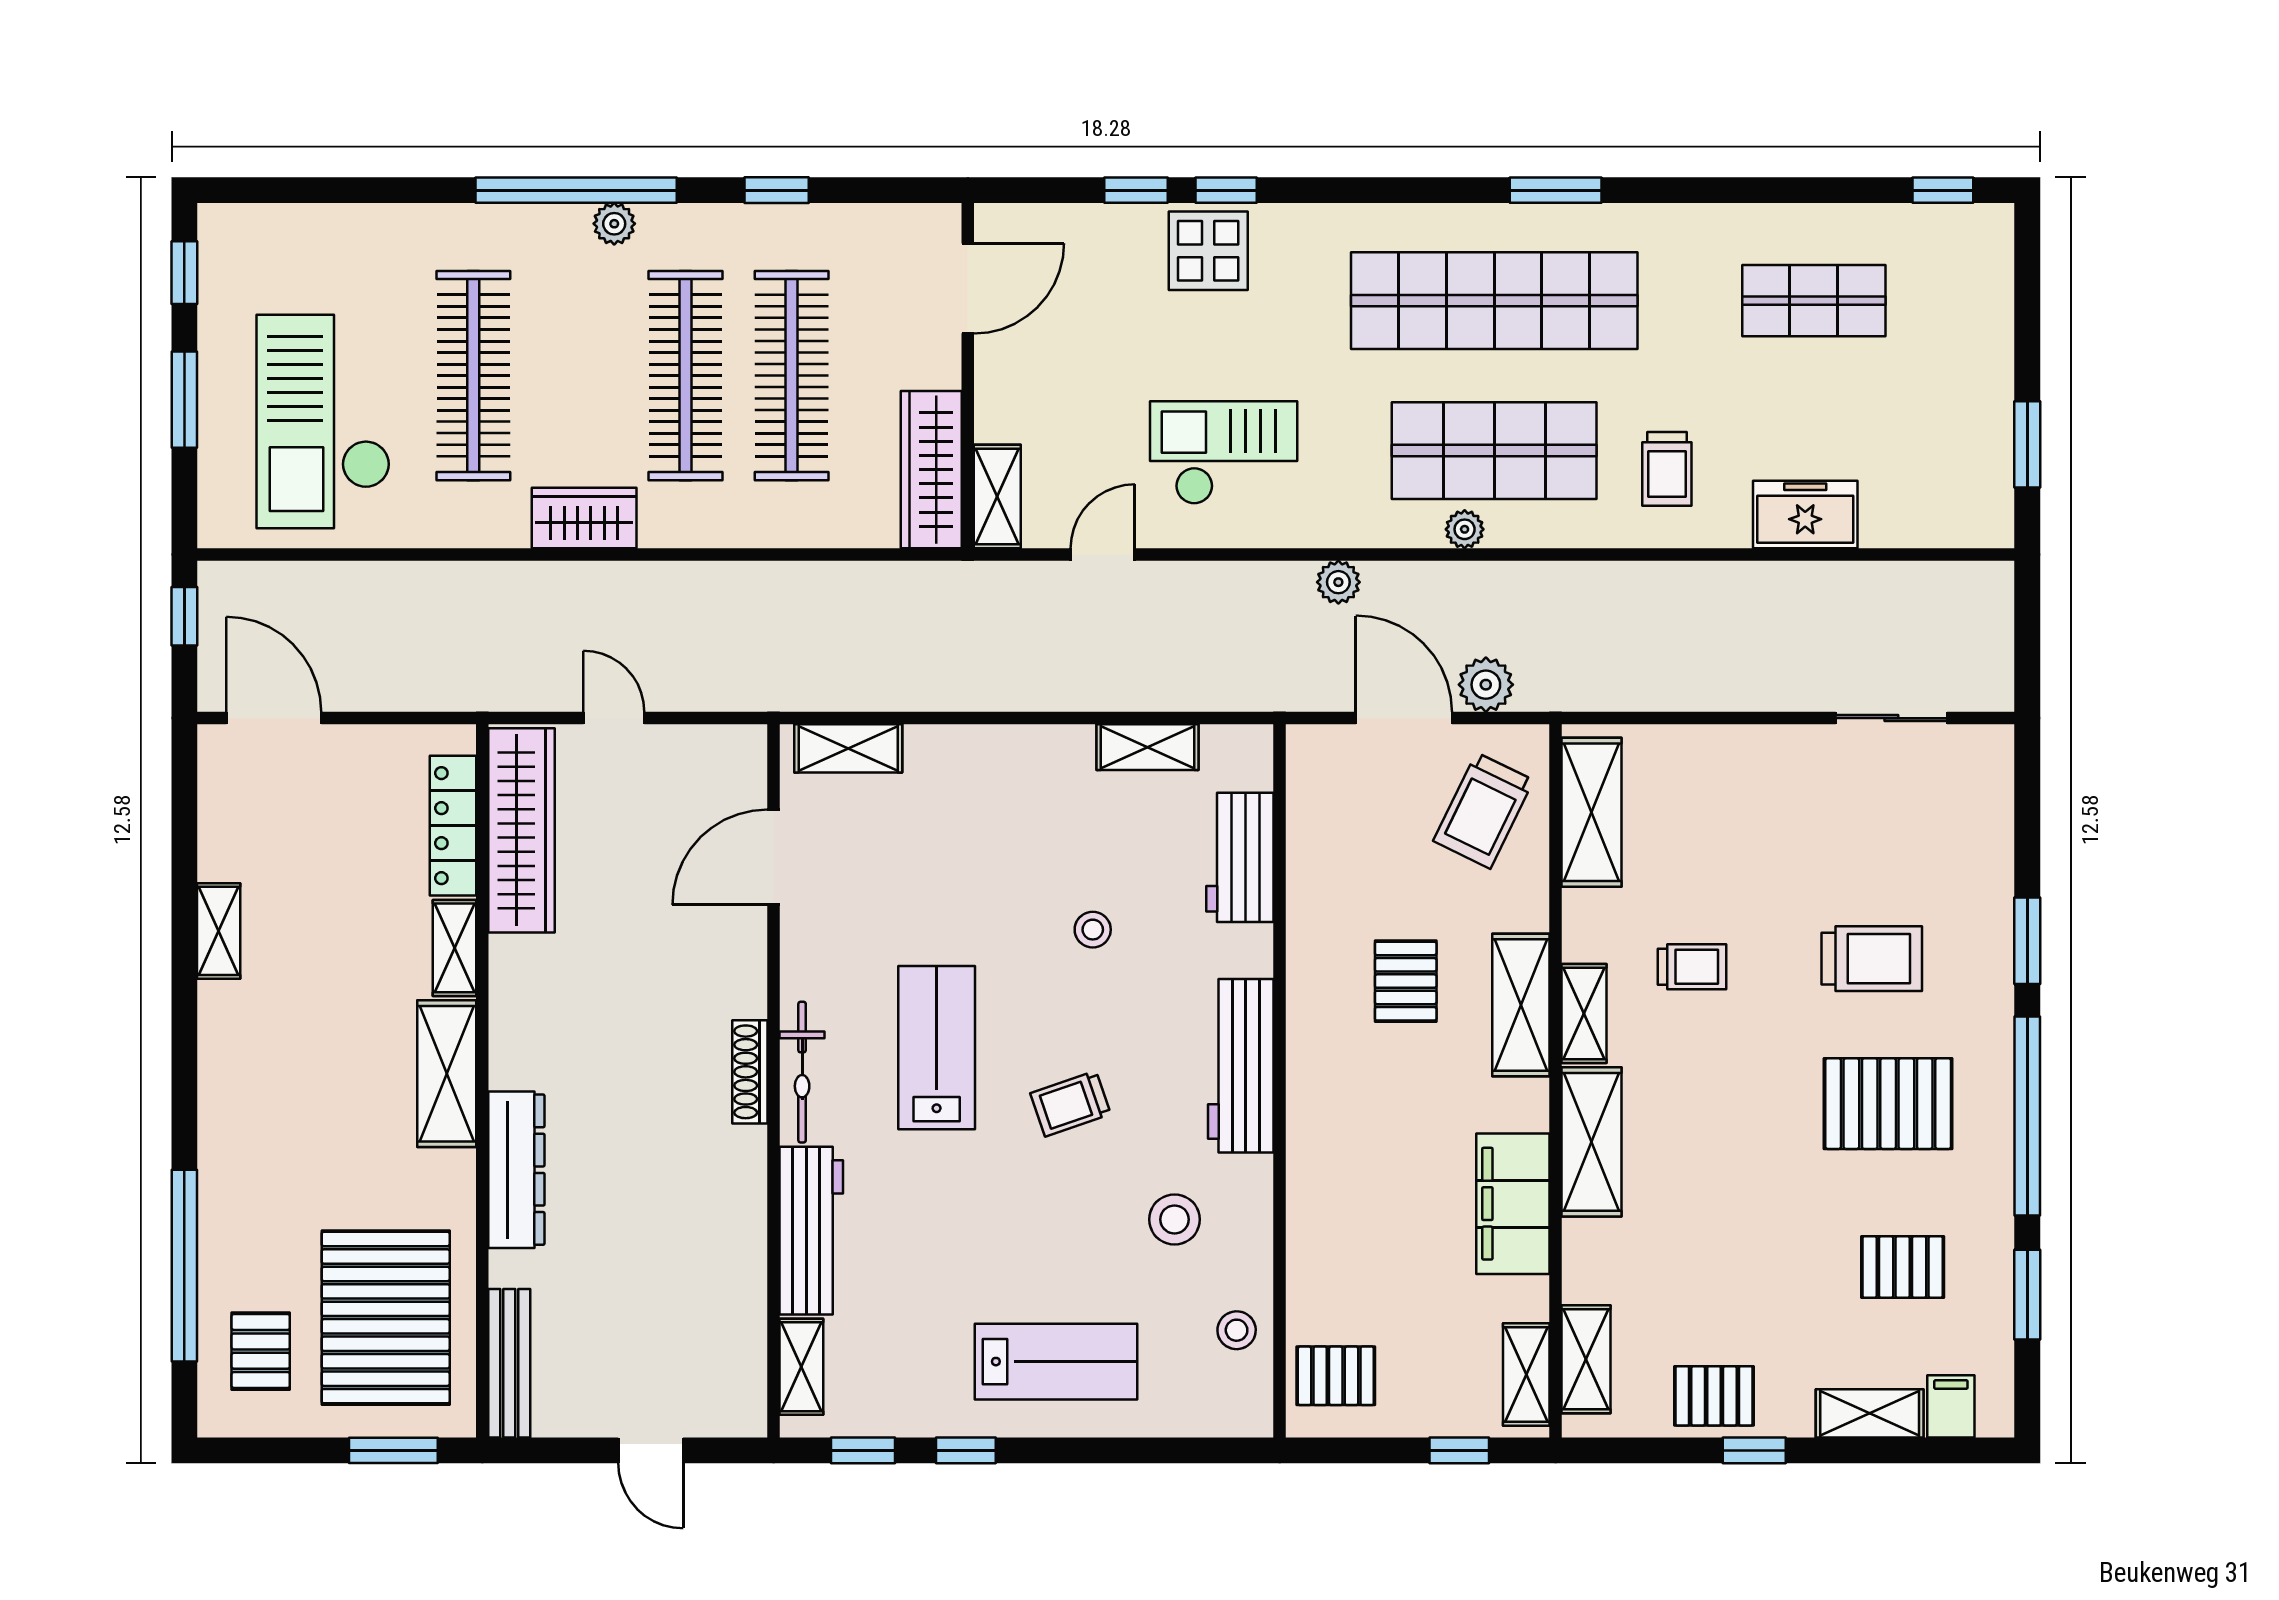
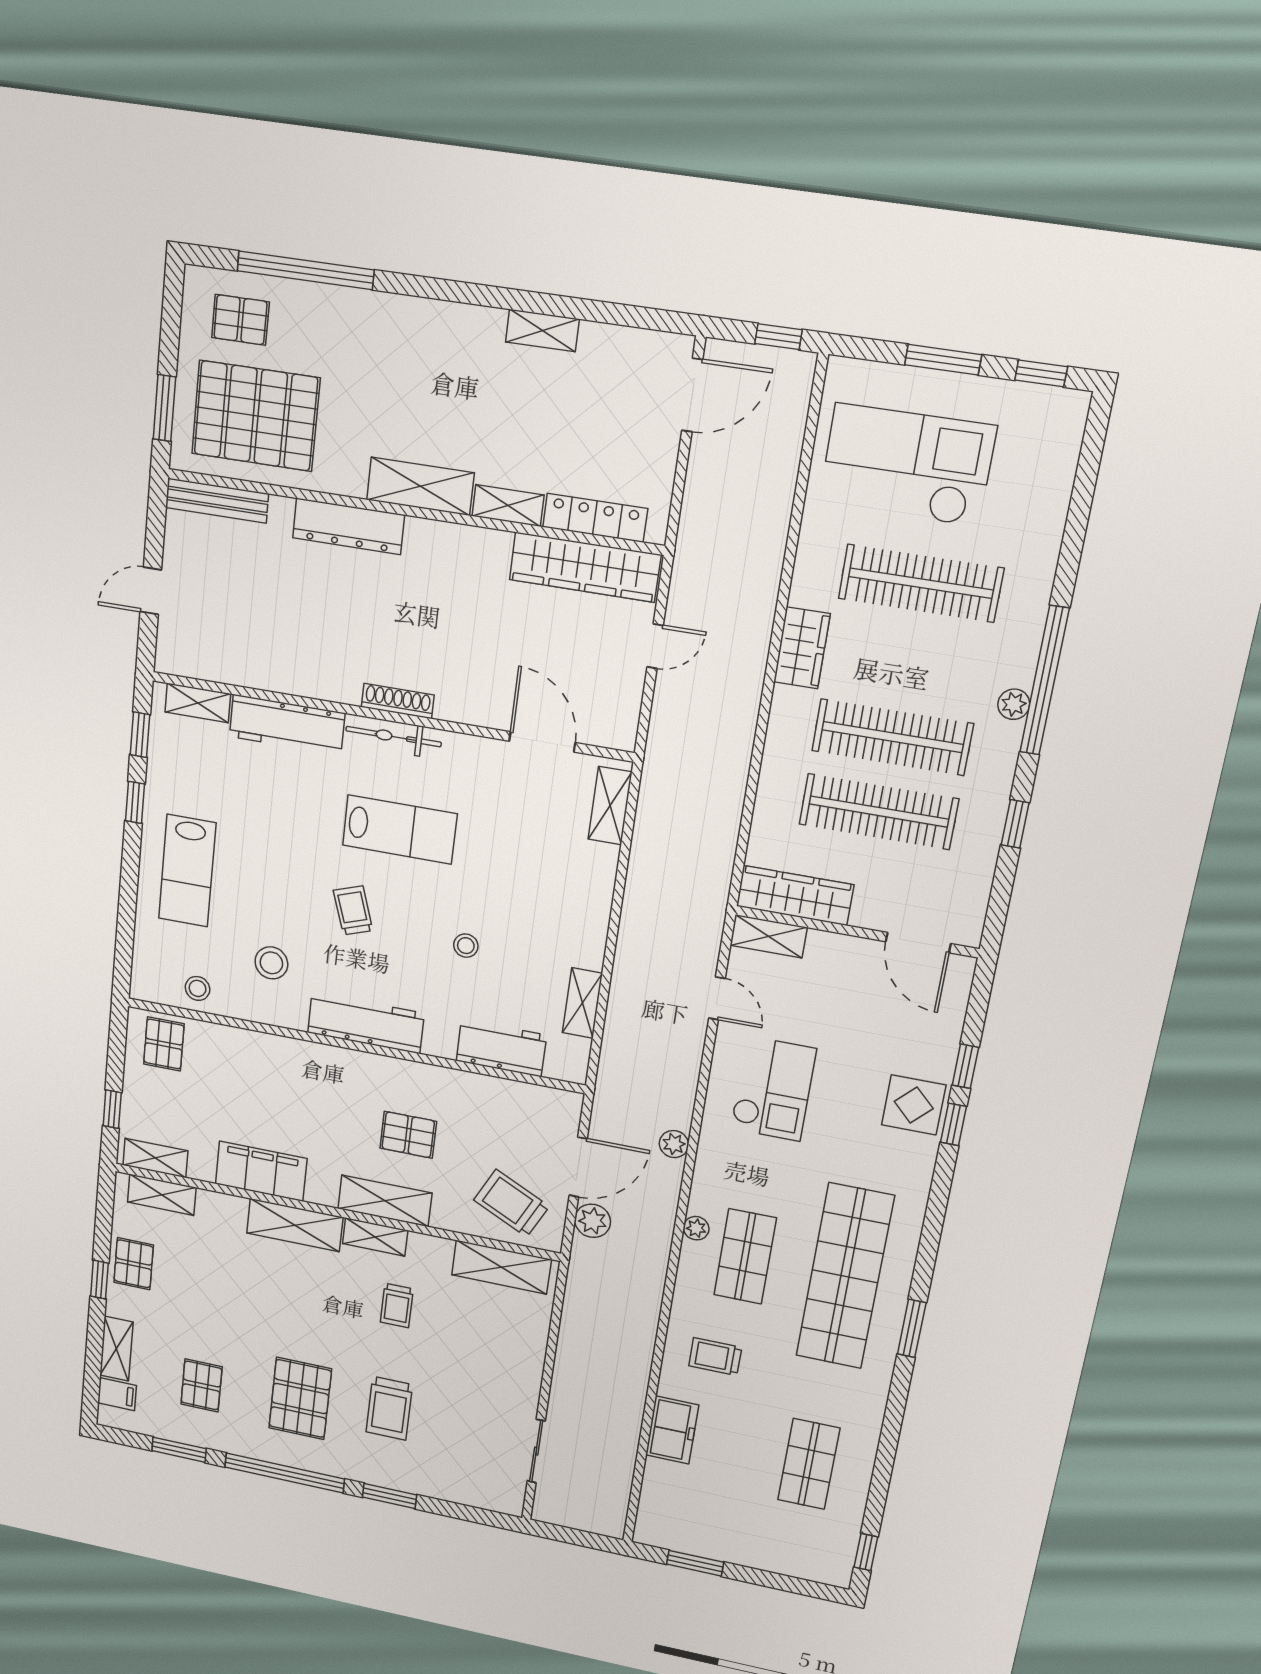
shop shelf: (1494, 451) -> (745, 1256), width x0.70, depth x0.74

